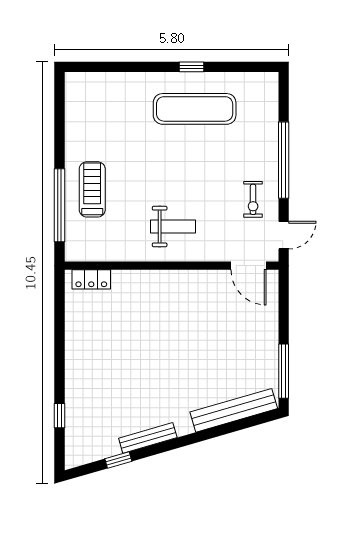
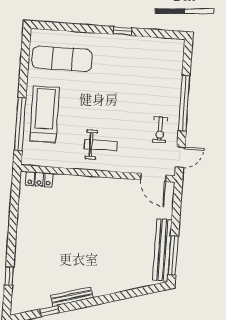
exercise mat: (195, 109) -> (62, 59), moved
treadmill: (92, 189) -> (44, 114), width x1.37, depth x1.37
bench: (234, 410) -> (162, 250), moved, turned -74

